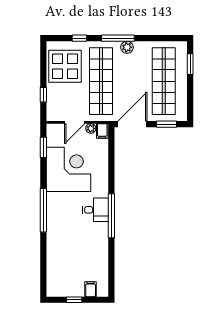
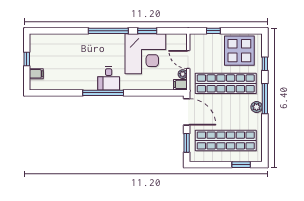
window: (43, 147) -> (147, 31), moved

